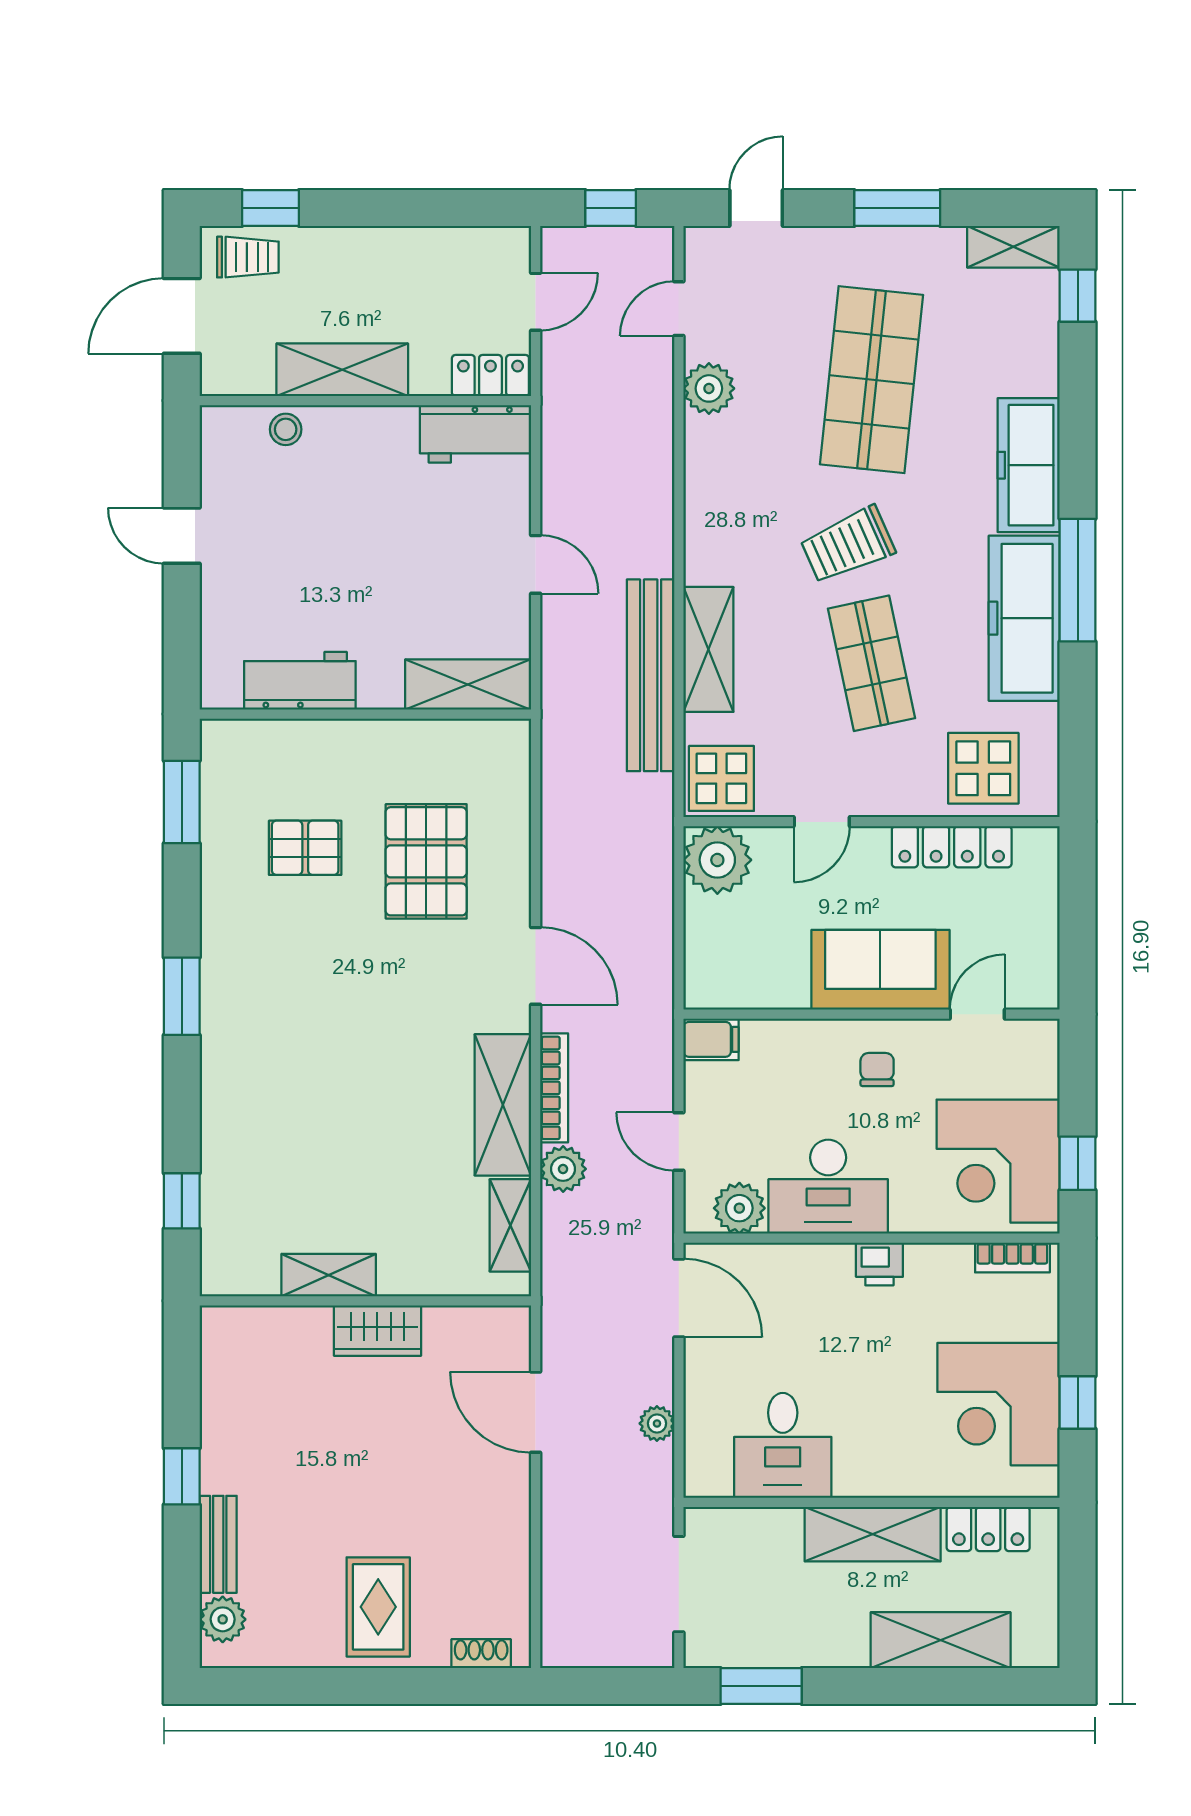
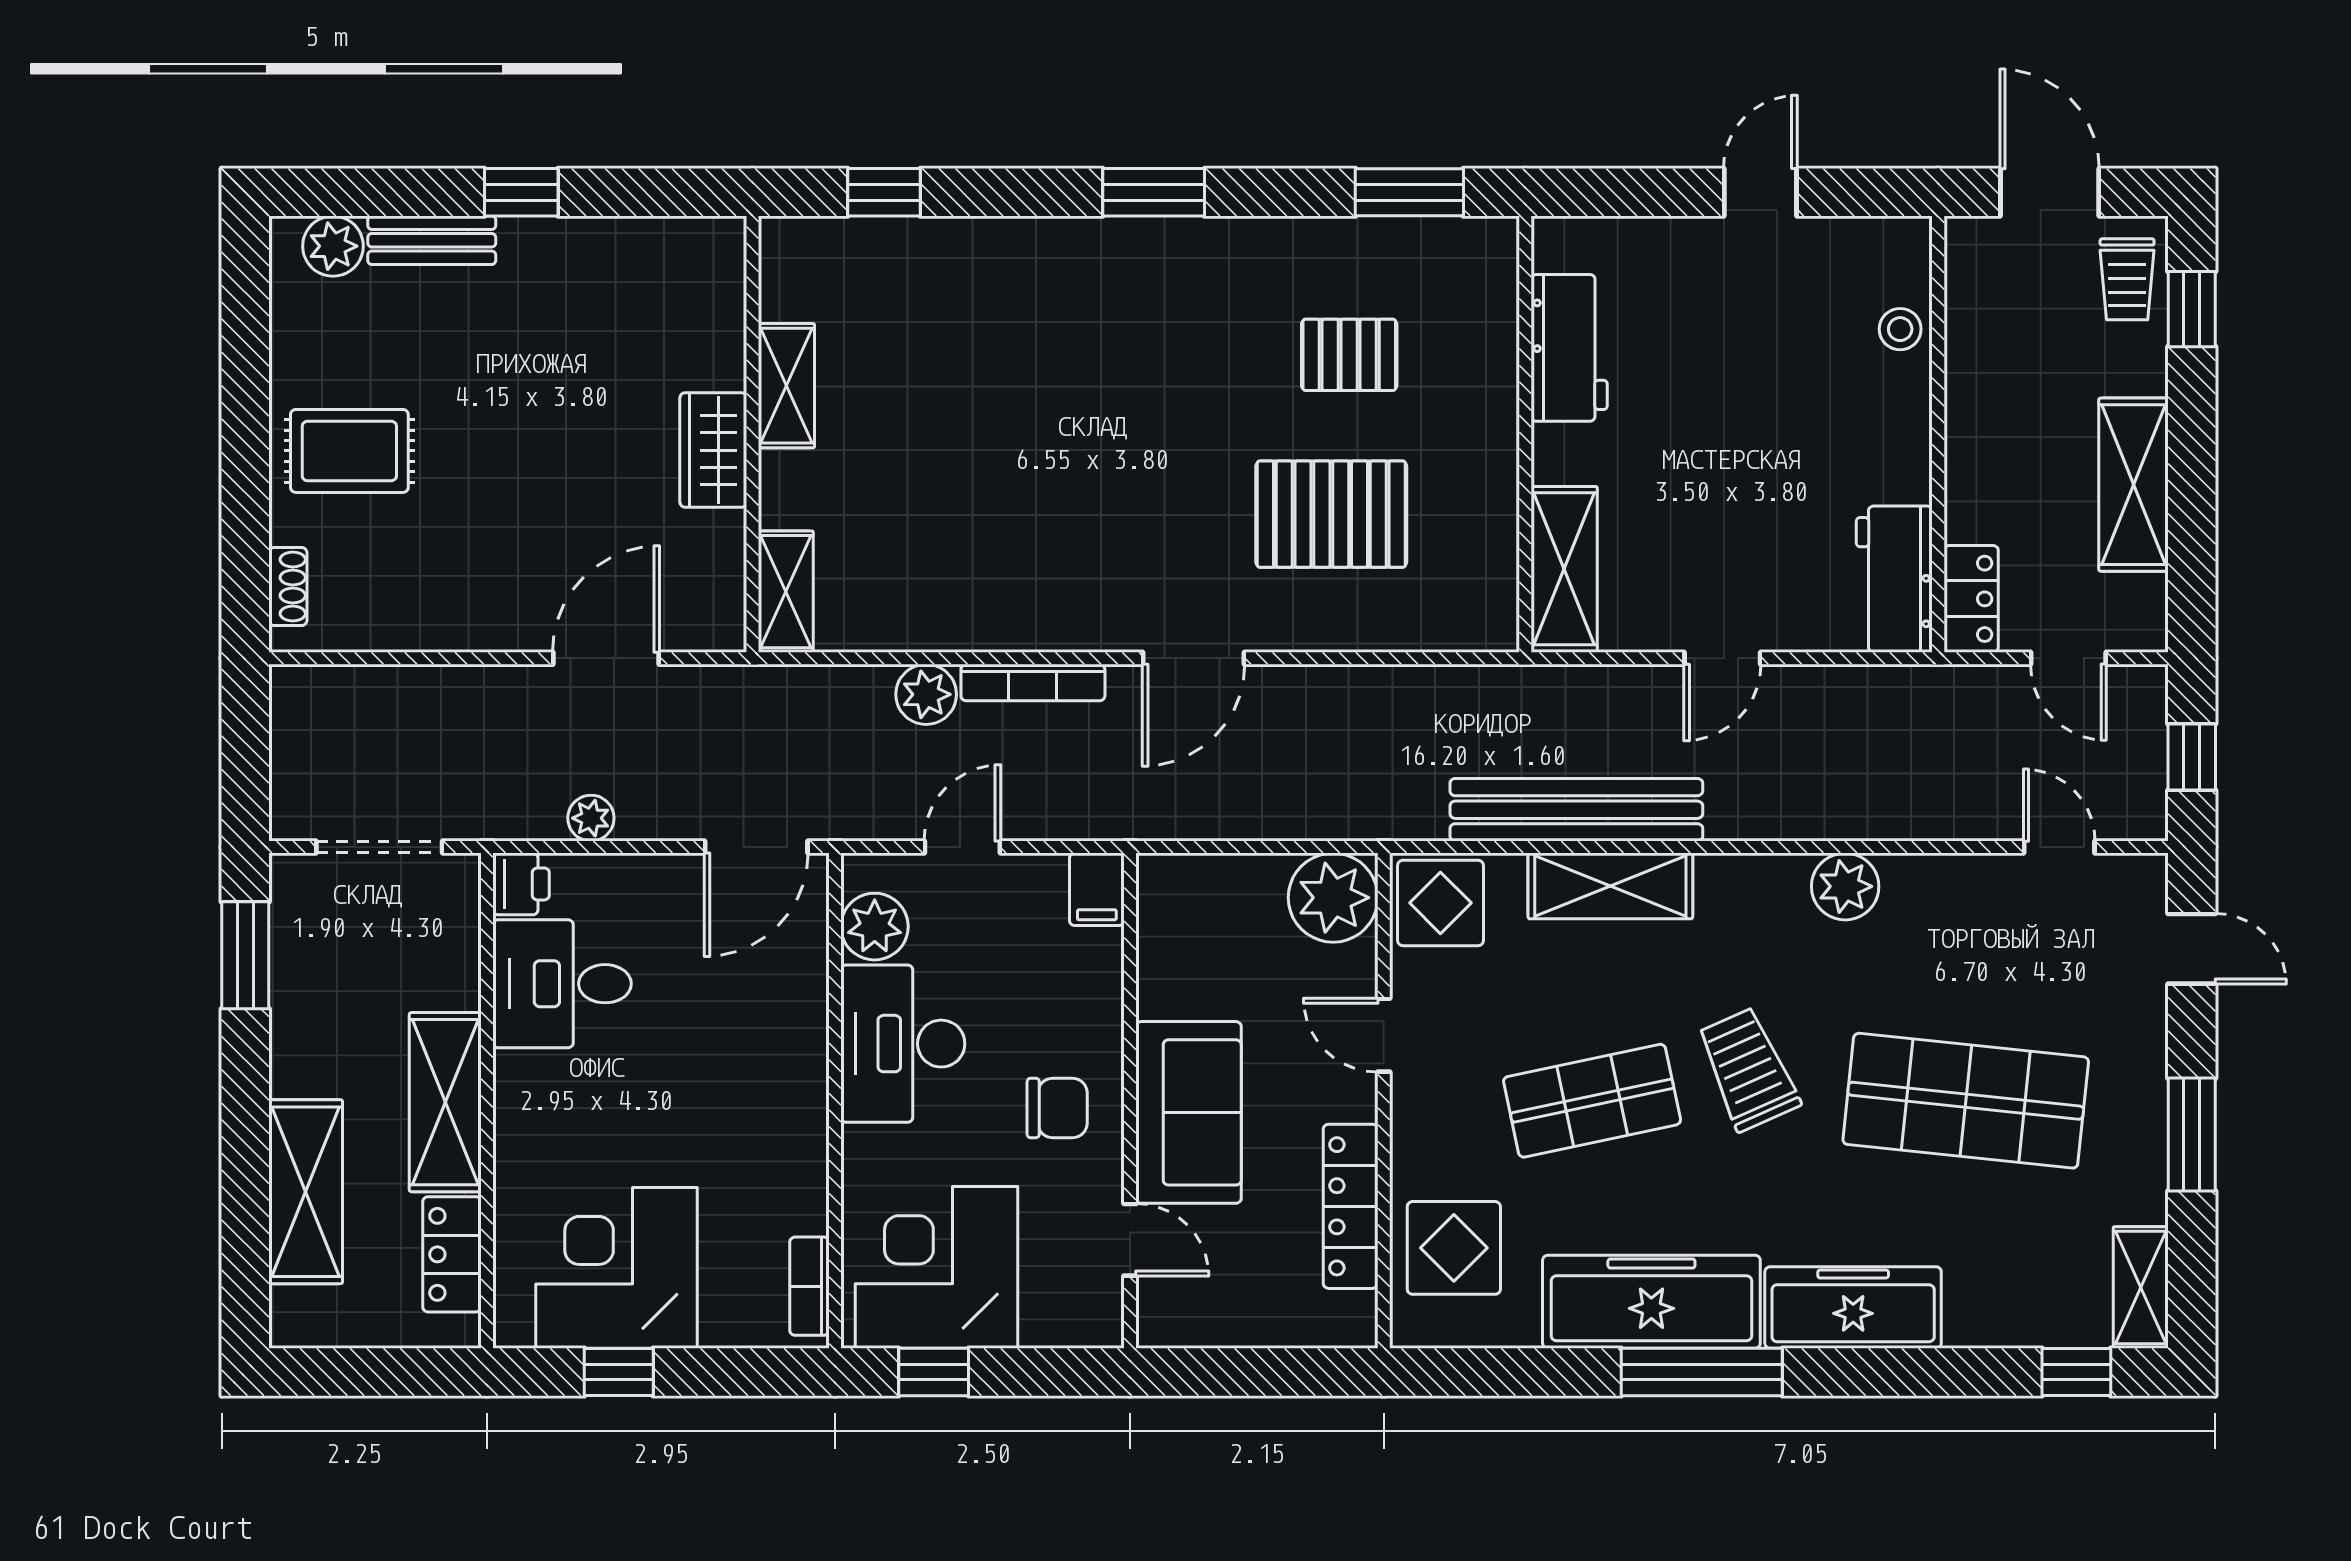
shelving: (342, 370) -> (2134, 485), moved
plant: (709, 388) -> (1845, 886), moved
pallet: (305, 848) -> (1349, 355), turned 90
chair: (877, 1069) -> (1057, 1108), width x1.37, depth x1.37
shelving: (503, 1105) -> (1010, 615), removed
shelving: (510, 1225) -> (786, 592), moved, turned 90
printer: (879, 1264) -> (521, 884), moved, turned 180

